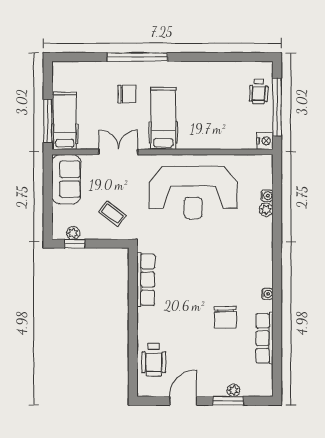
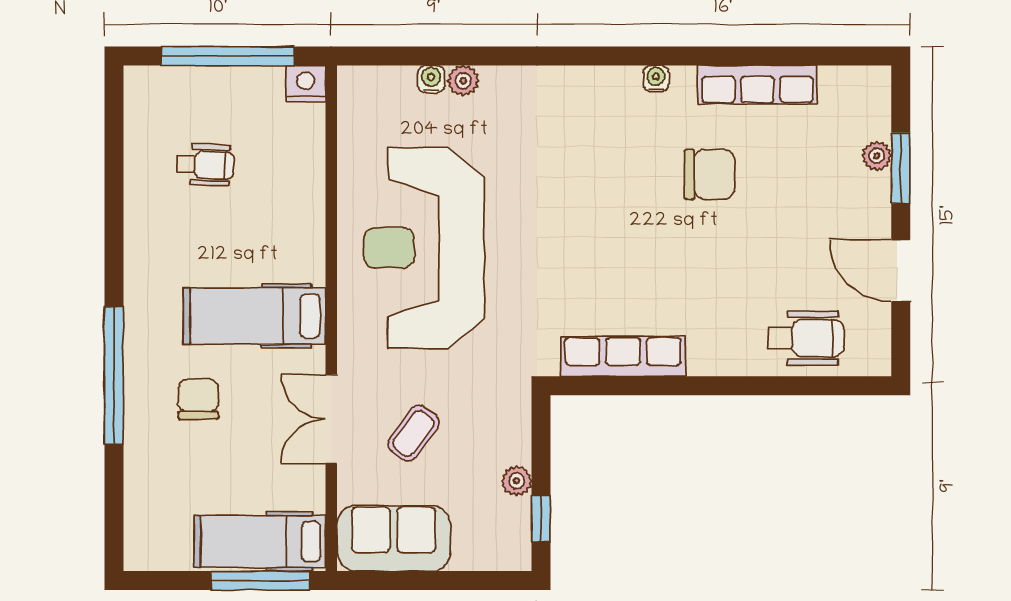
wheelchair: (259, 91) -> (206, 165), moved
reception desk: (193, 193) -> (424, 248), turned 180
coffee table: (112, 214) -> (413, 433), moved
plant: (73, 233) -> (517, 481), moved

